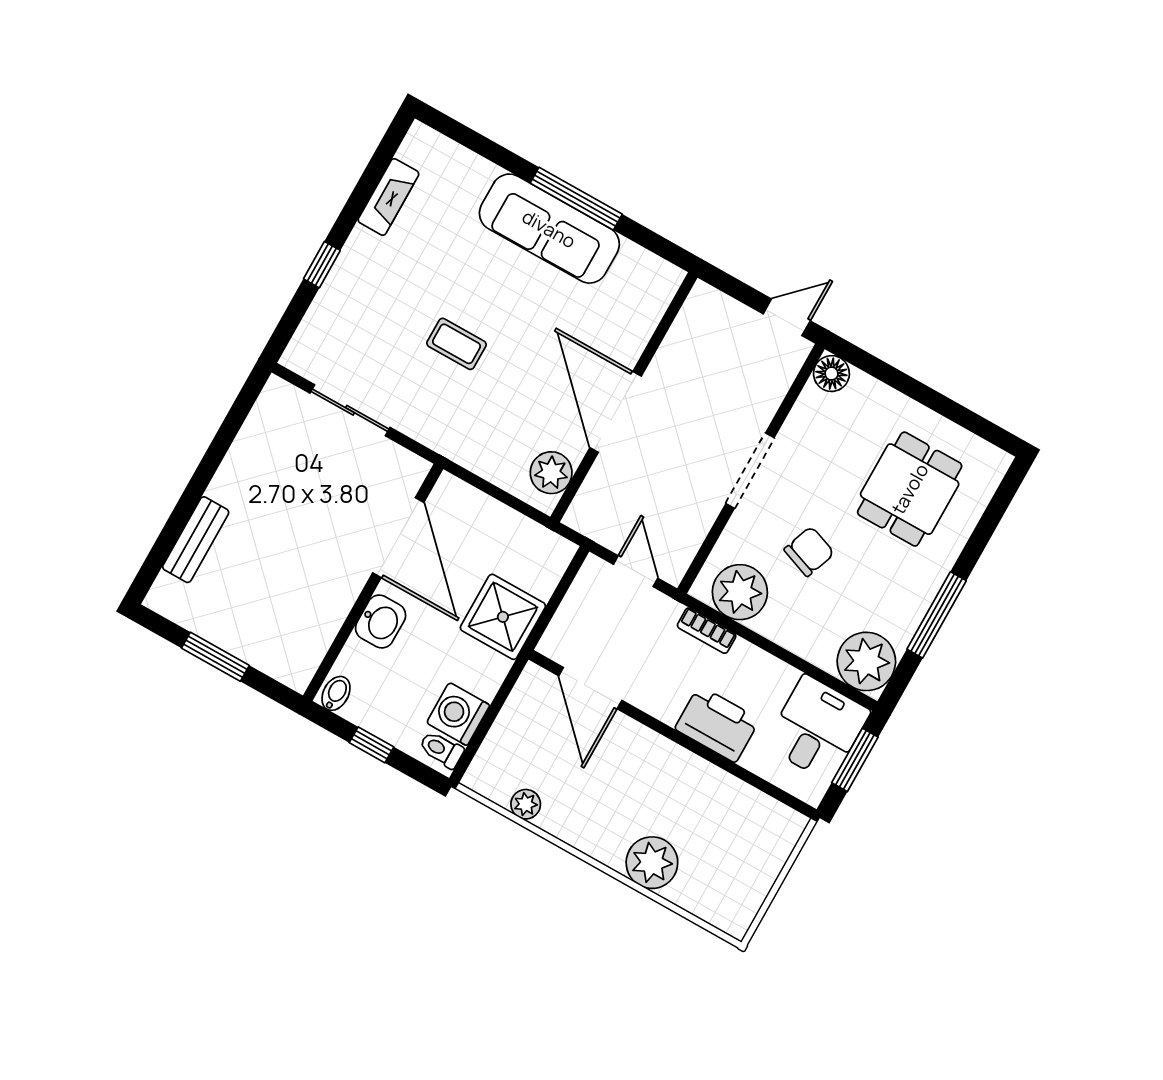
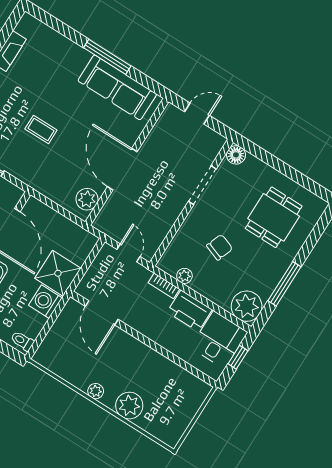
sofa: (549, 229) -> (117, 87), moved
door: (787, 317) -> (197, 114), moved
doorway: (750, 471) -> (202, 185), moved
plant: (740, 592) -> (184, 276), width x0.53, depth x0.53
washing machine: (458, 714) -> (45, 302), moved
printer: (717, 724) -> (190, 311), moved, turned 180
window: (855, 760) -> (238, 357), width x0.67
plant: (526, 804) -> (96, 391), moved

